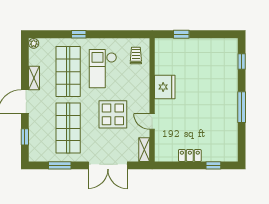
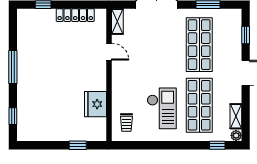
window: (79, 34) -> (217, 145), moved
shelving: (34, 78) -> (236, 116), moved
fridge: (165, 87) -> (95, 104), moved
display table: (113, 114) -> (151, 59), removed
locker: (190, 155) -> (75, 15), width x1.53

